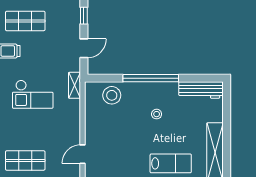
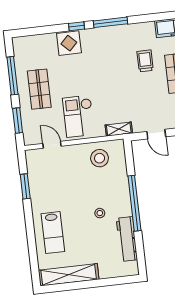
workbench: (201, 90) -> (127, 239), moved
checkout: (33, 94) -> (79, 116), moved
stool: (112, 95) -> (100, 158), moved

